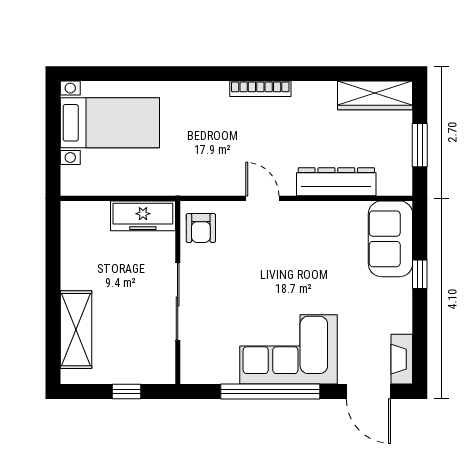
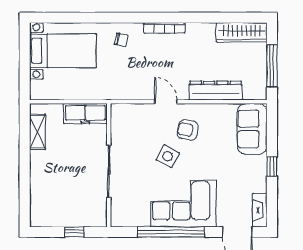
chair: (196, 106) -> (121, 40), added
window: (420, 145) -> (272, 66), width x1.44
armchair: (201, 228) -> (188, 130), moved, turned 101
window: (420, 274) -> (272, 167), moved
side table: (265, 279) -> (168, 156), added
shelving: (76, 330) -> (37, 132), moved, width x0.67, depth x0.75

